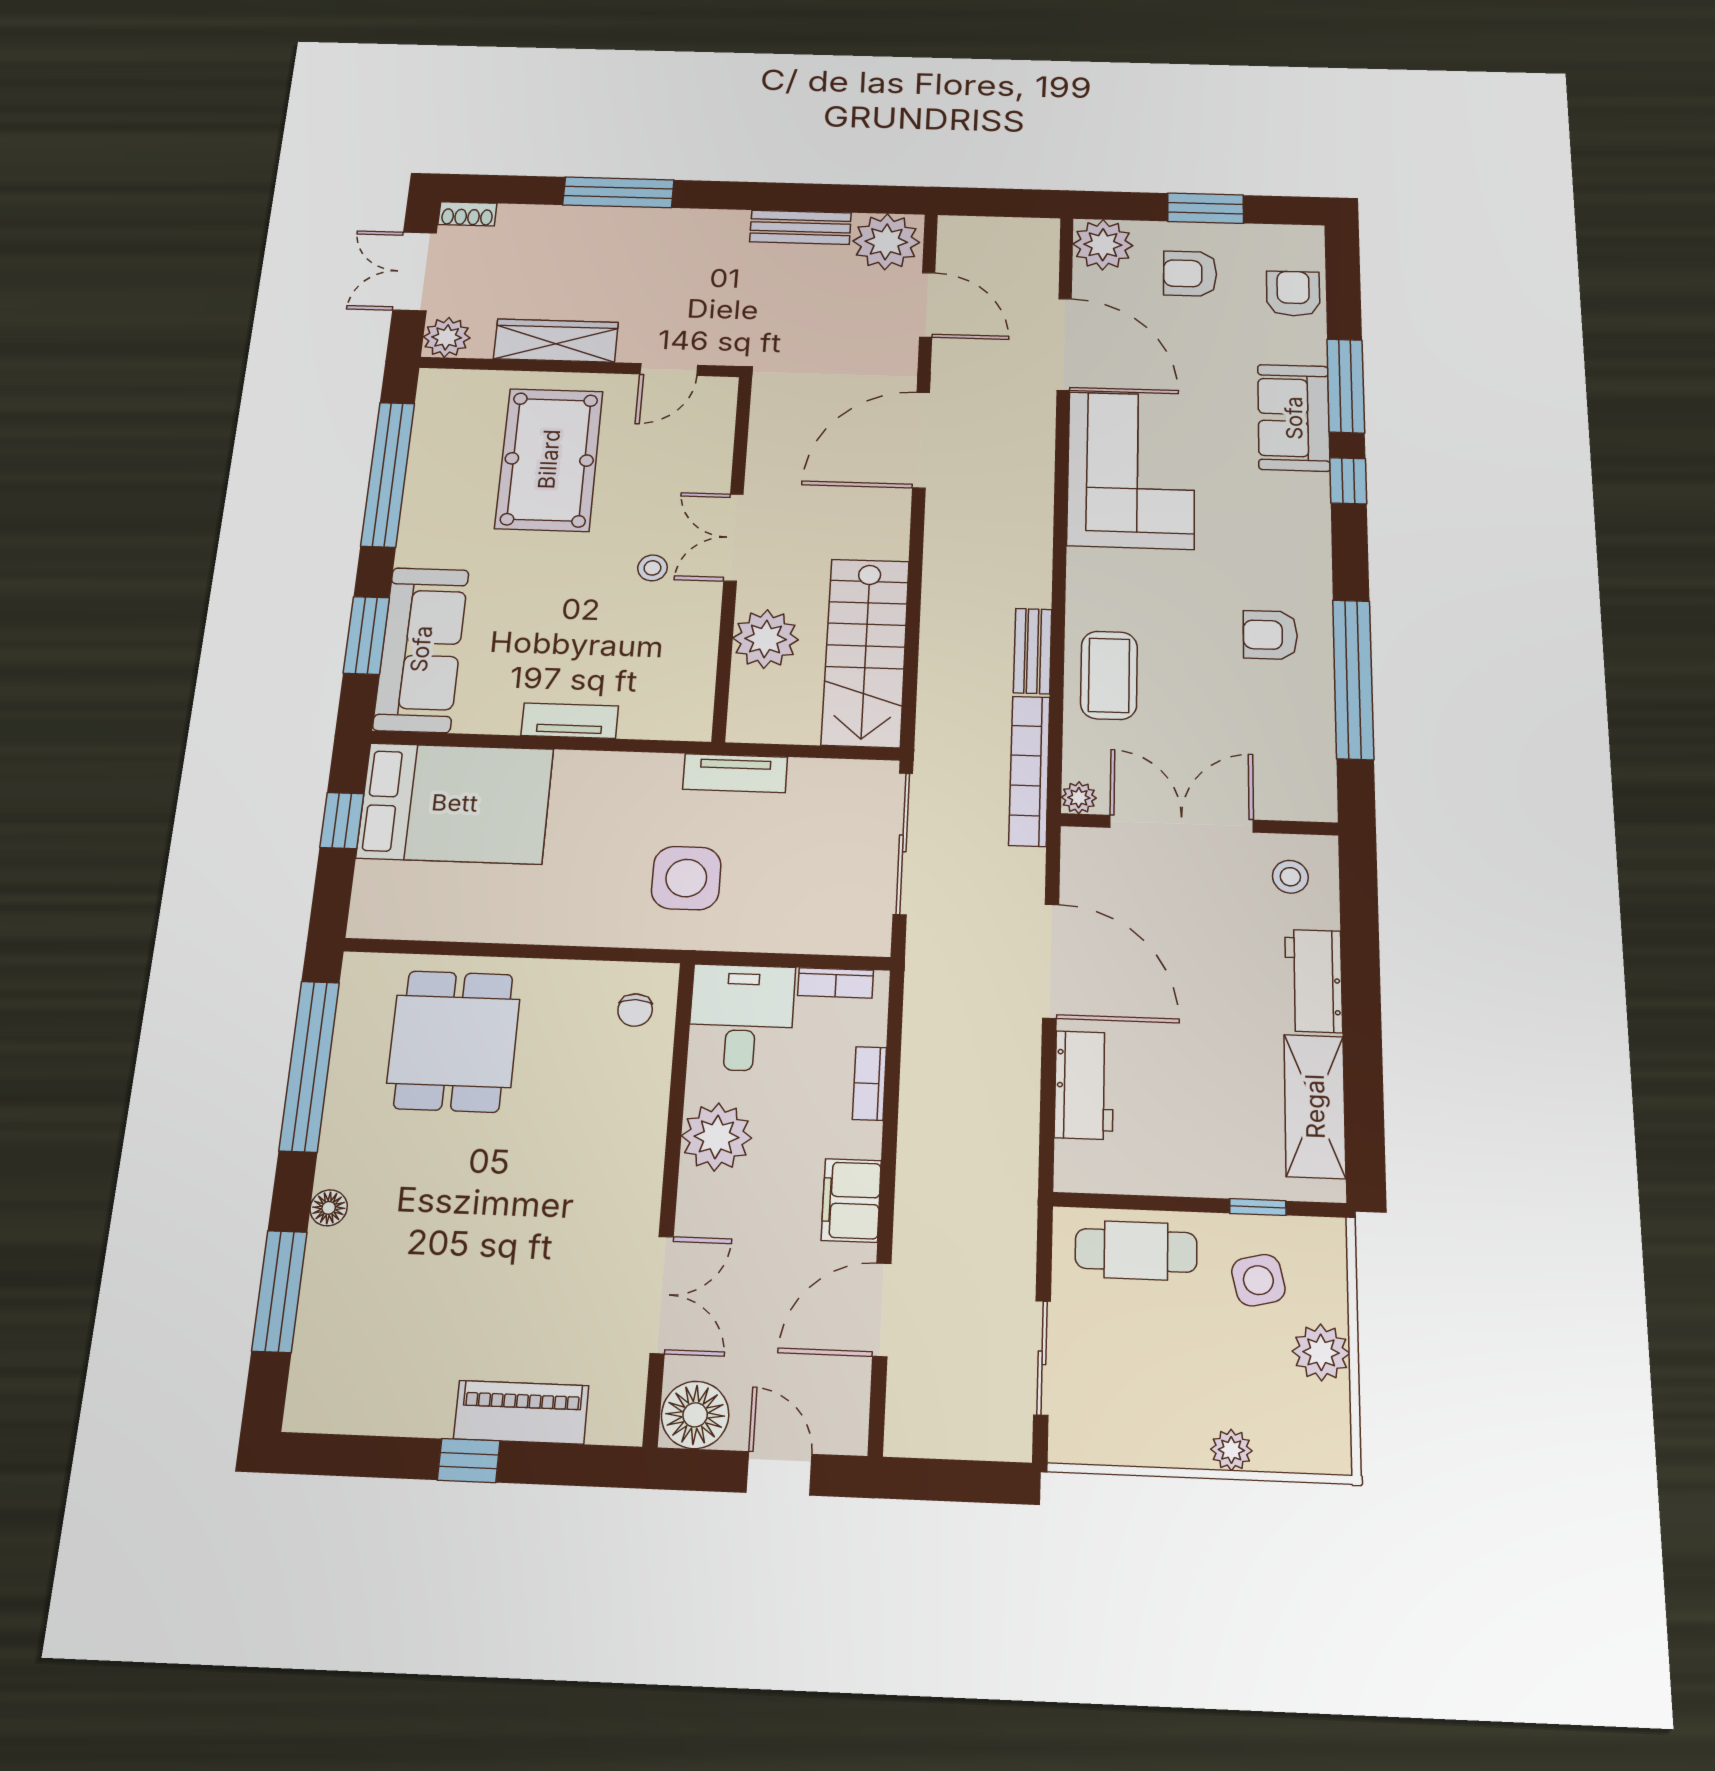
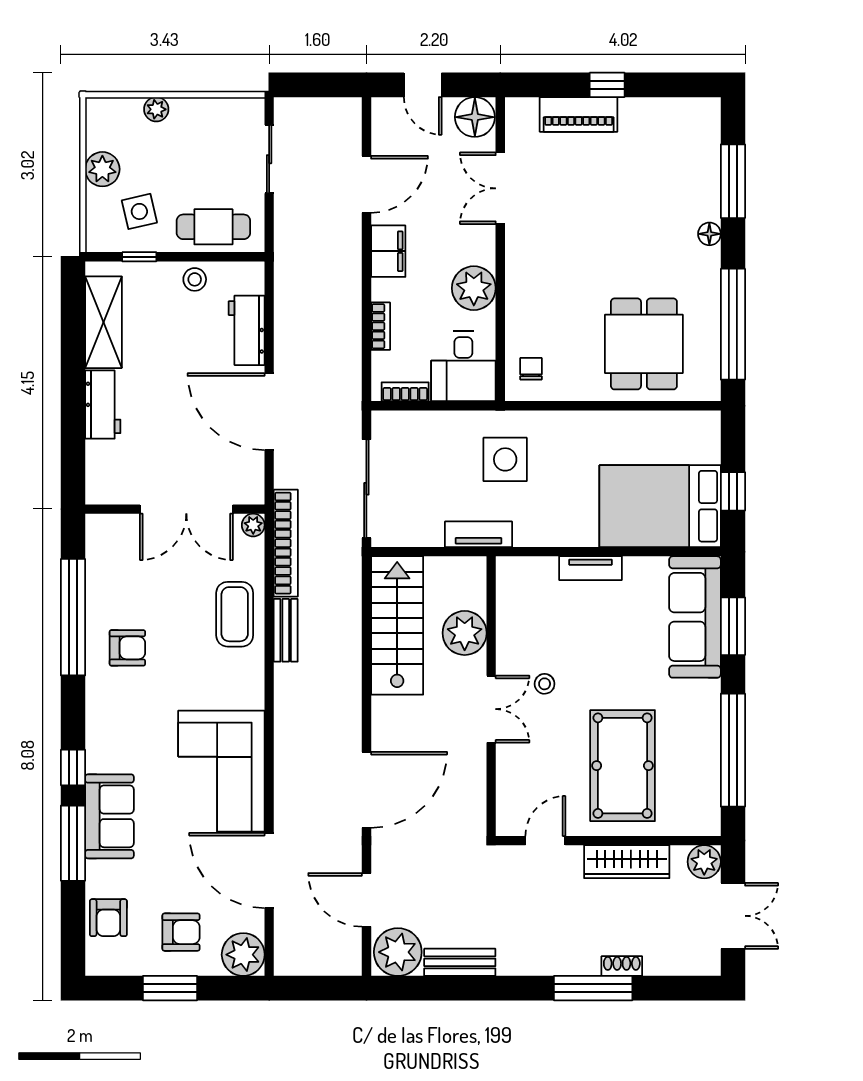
shoe rack: (467, 214) -> (622, 966), moved
stool: (1290, 877) -> (195, 279), moved

